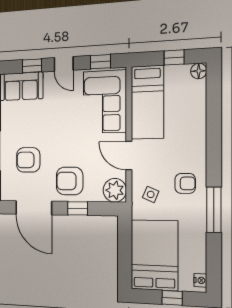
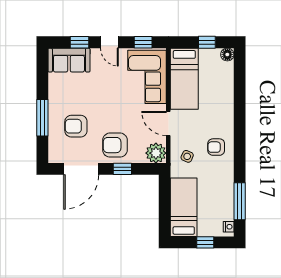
armchair: (185, 183) -> (216, 147), turned 180
door: (34, 208) -> (81, 169), hinge flipped
window: (214, 210) -> (240, 201), moved
bed: (154, 255) -> (184, 207), width x0.67

